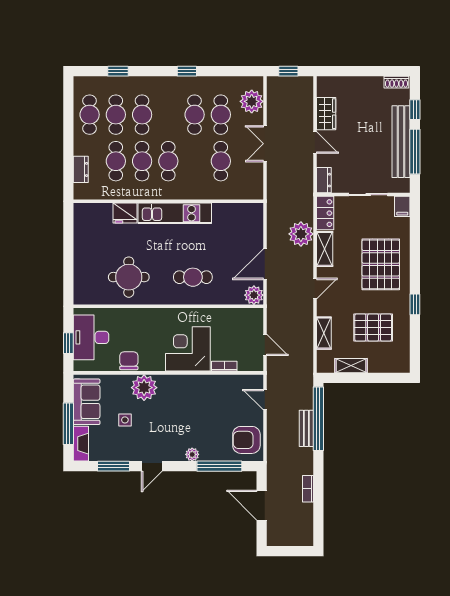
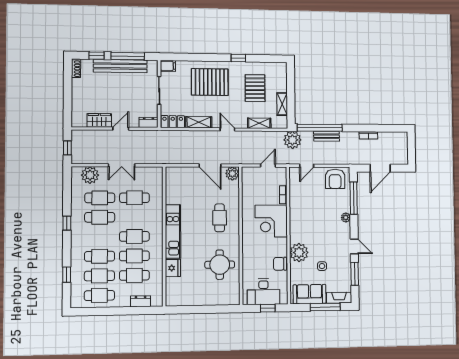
plant: (301, 234) -> (292, 140), moved

